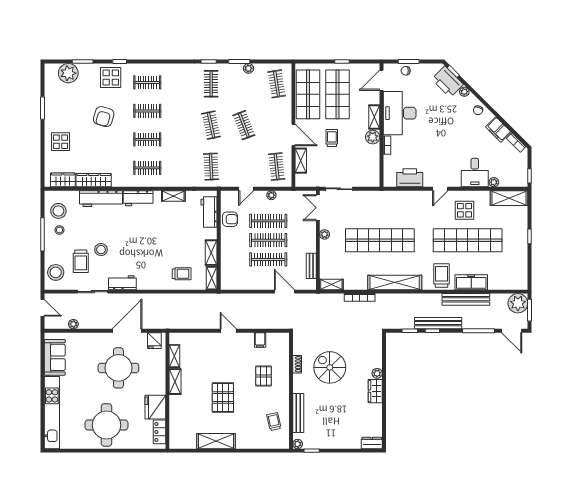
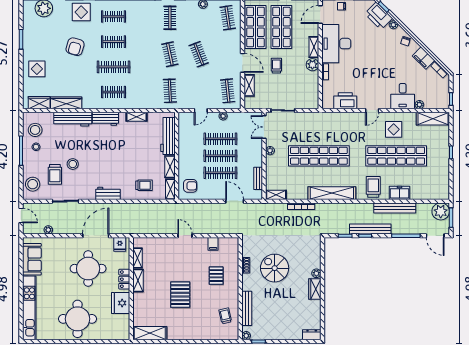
clothes rail: (147, 139) -> (114, 67), width x1.36
workbench: (209, 212) -> (168, 136), width x1.38
armchair: (230, 219) -> (190, 186), moved
freezer: (471, 282) -> (399, 193), width x0.71
workbench: (122, 283) -> (108, 193), moved
locker: (159, 432) -> (124, 279), moved
shelving: (216, 441) -> (150, 333), moved

